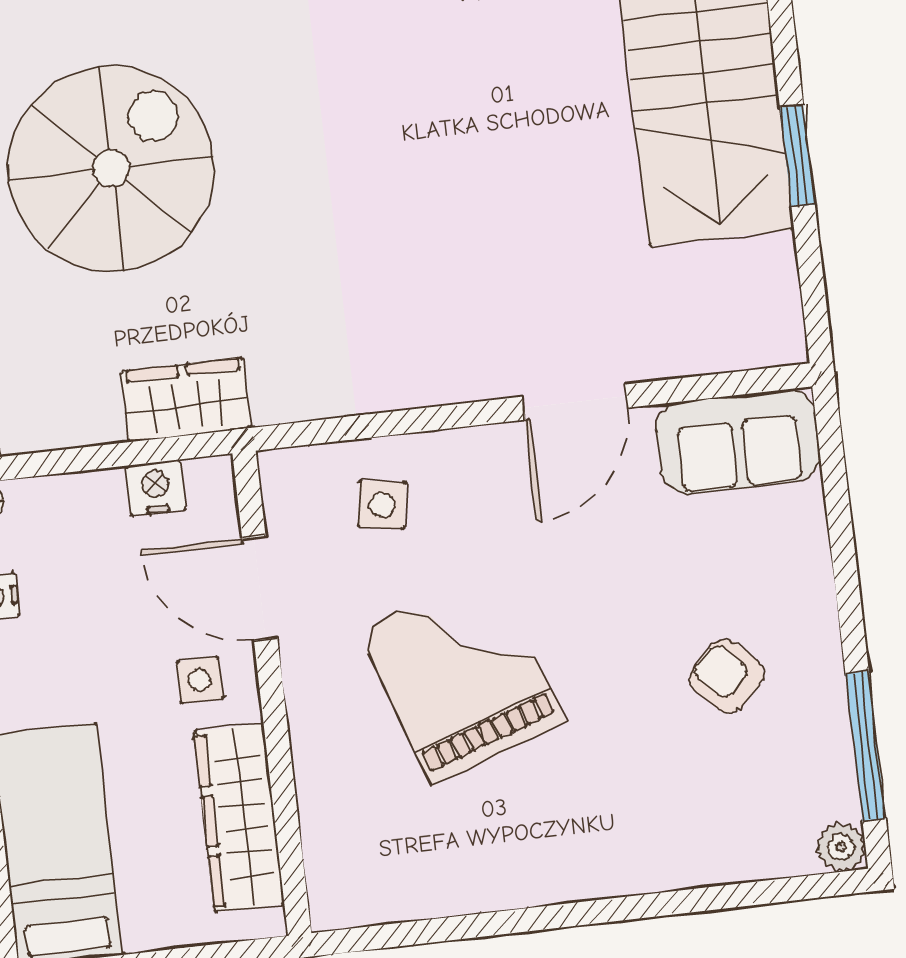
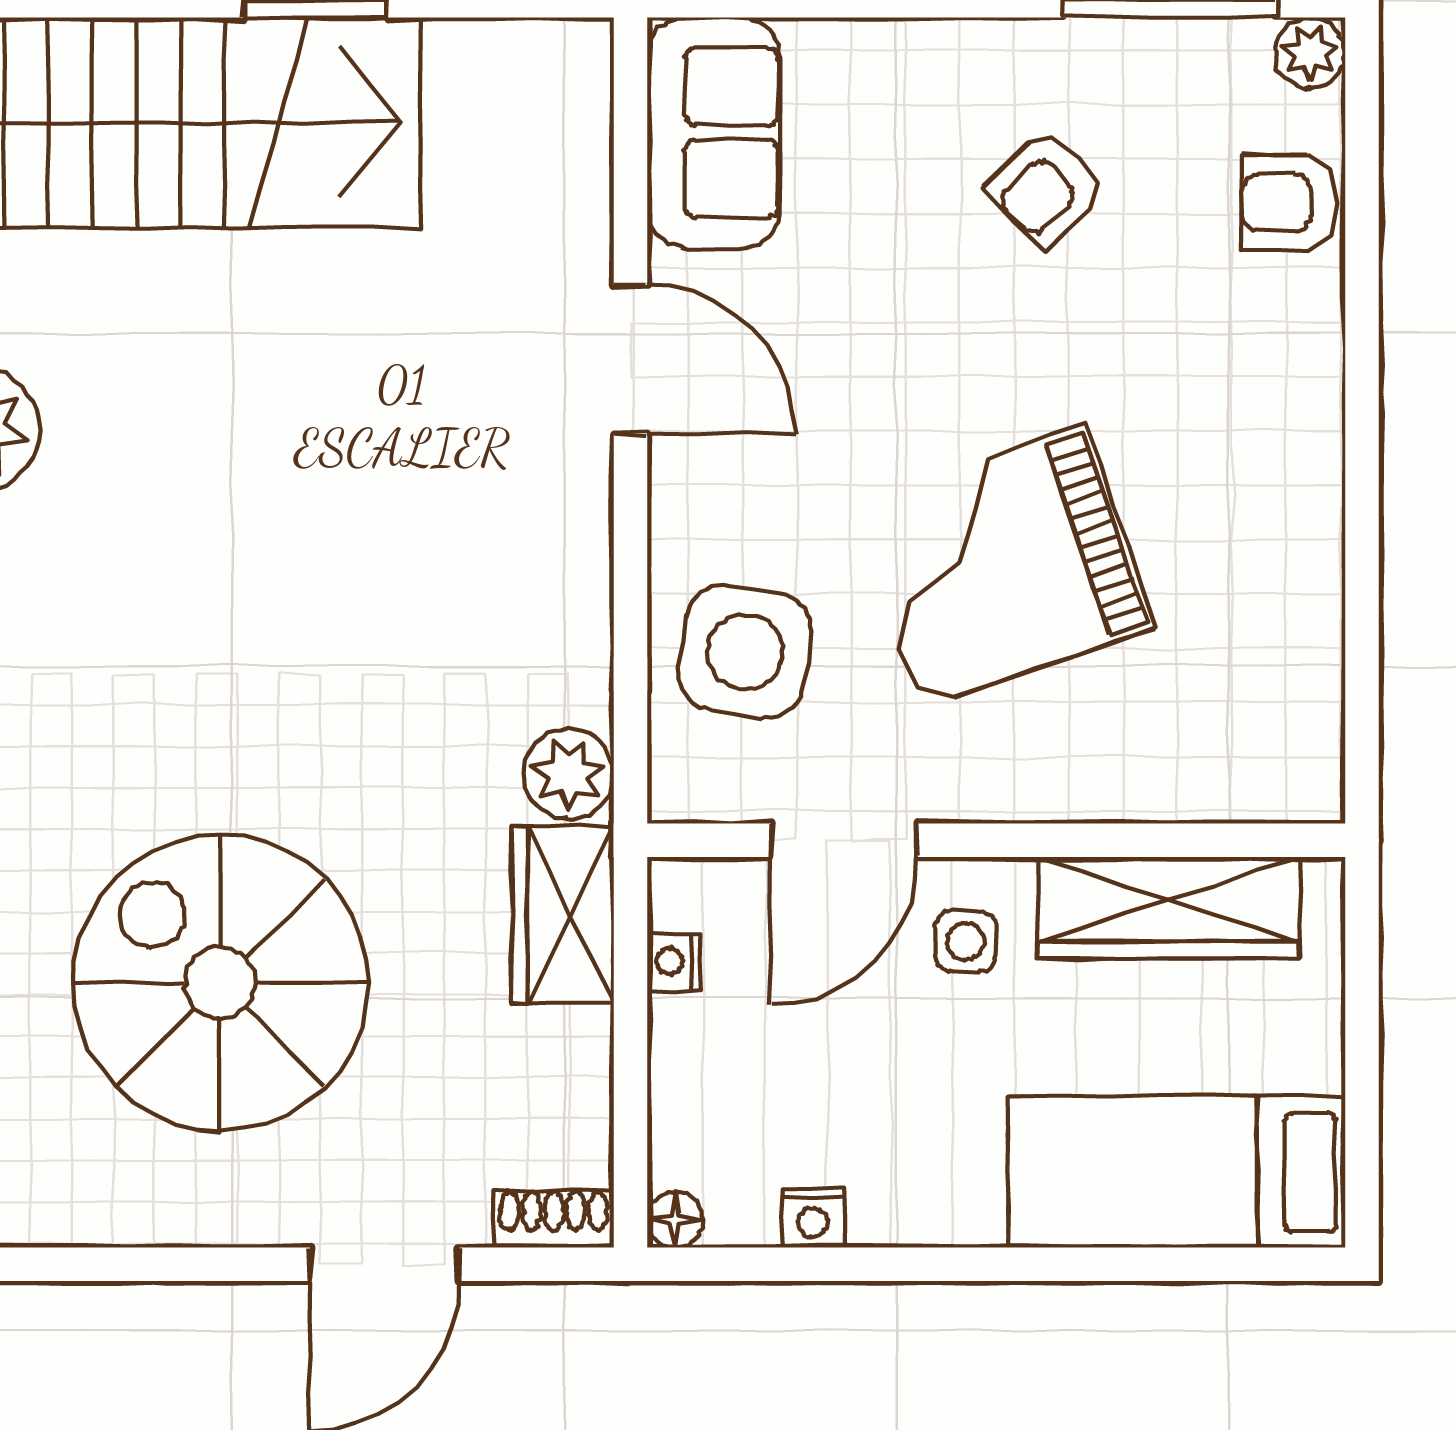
plant: (283, 392) -> (568, 774), added
nightstand: (156, 488) -> (674, 961), width x0.72, depth x0.74
side table: (382, 505) -> (745, 652), width x1.87, depth x1.87
armchair: (736, 845) -> (1289, 203), added

